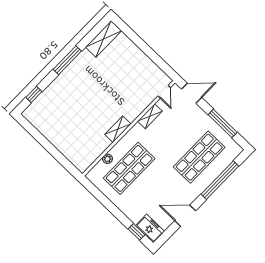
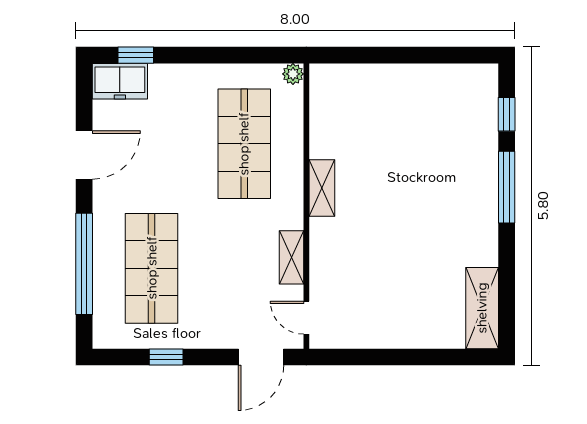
window: (67, 60) -> (507, 187), moved
window: (223, 123) -> (166, 357), width x0.46
plant: (107, 159) -> (293, 74), moved

